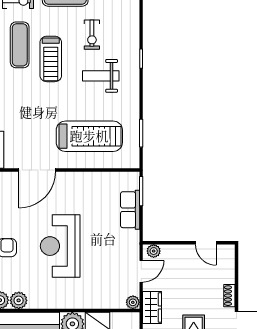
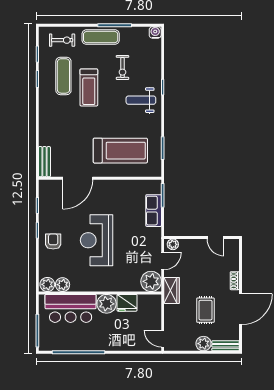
weight bench: (101, 76) -> (141, 100), moved
plant: (133, 302) -> (151, 281), width x1.87, depth x1.87

